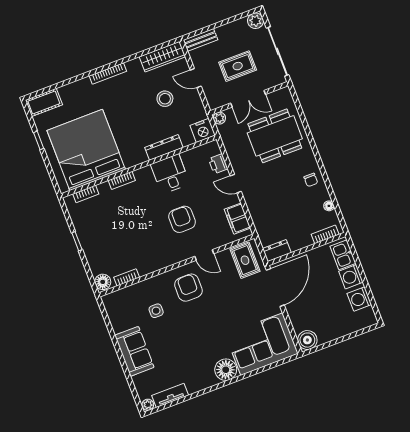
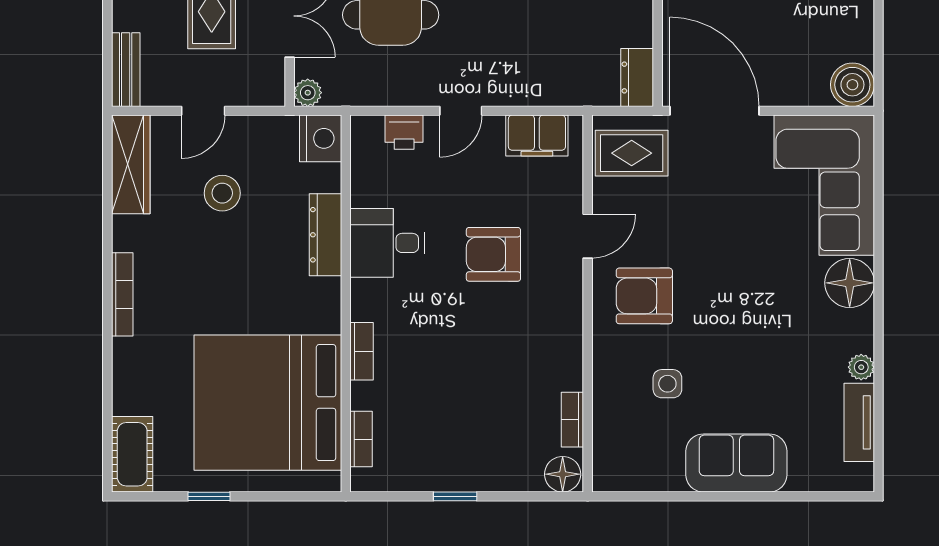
plant: (148, 405) -> (861, 367), moved

